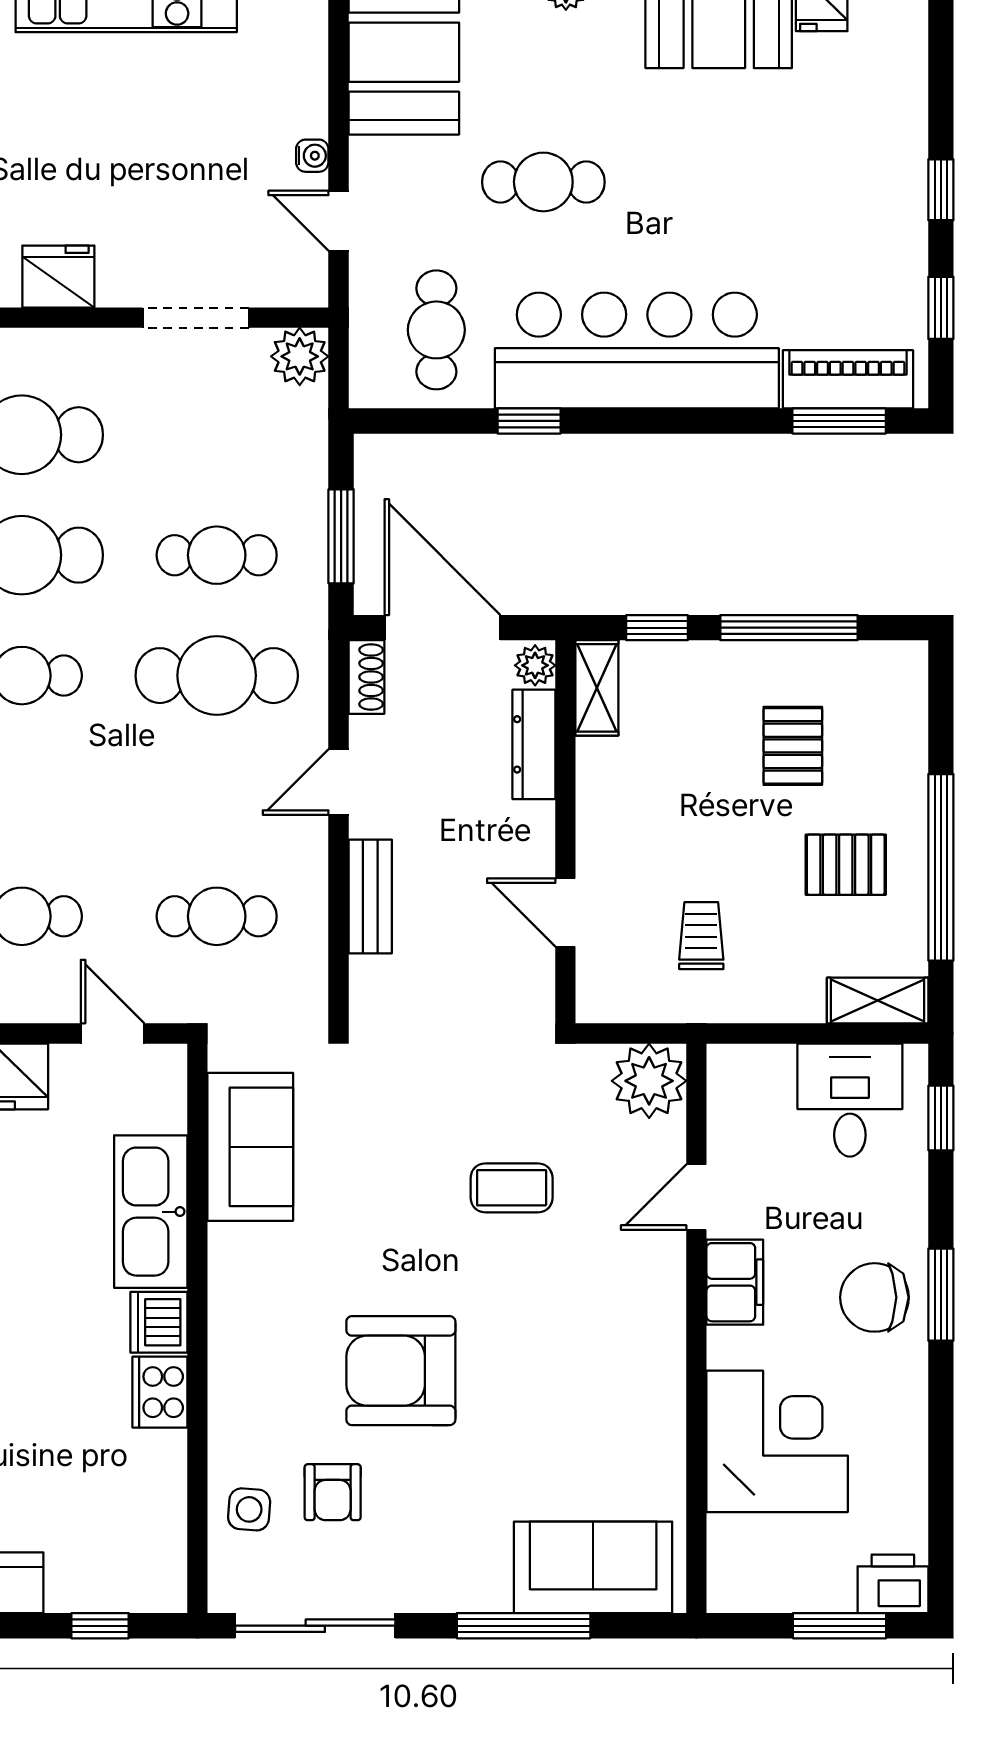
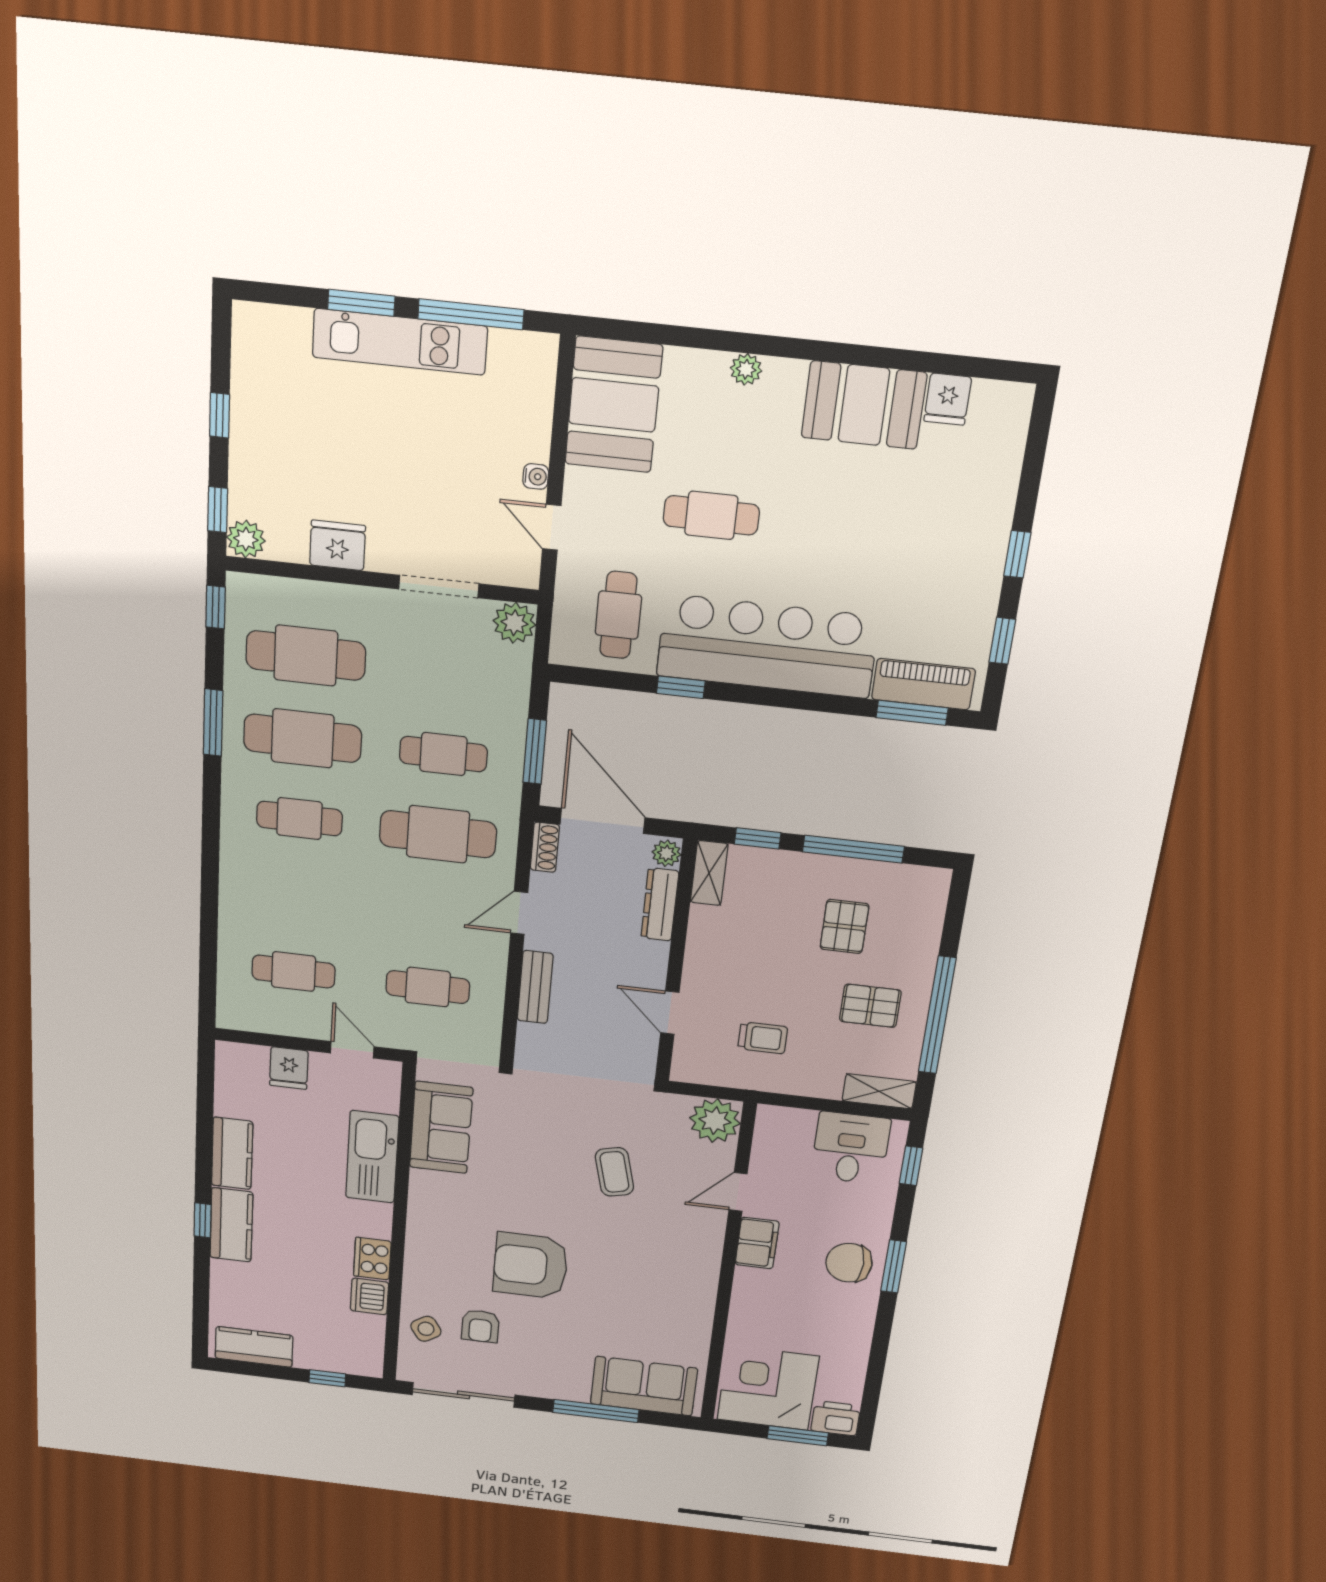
trolley: (701, 936) -> (763, 1038), turned 90
coffee table: (512, 1188) -> (614, 1172), turned 76
dishwasher: (159, 1322) -> (369, 1296), moved
corner desk: (777, 1441) -> (768, 1388), moved, turned -90
side table: (249, 1509) -> (426, 1329), turned -37

